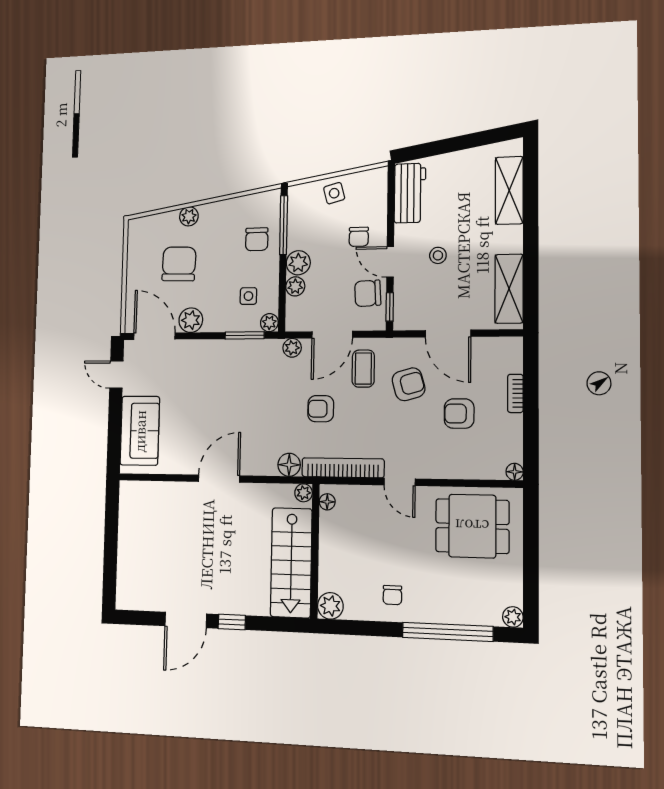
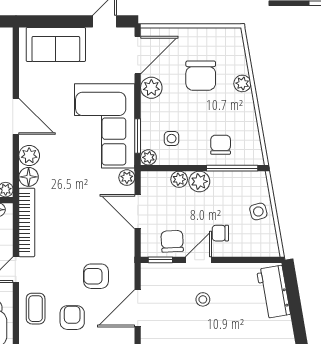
workbench: (410, 193) -> (274, 292), moved, turned 80
chair: (257, 239) -> (221, 145), turned 90
chair: (179, 264) -> (201, 76), turned 88
coffee table: (363, 369) -> (36, 309), moved, turned 90
corner sofa: (232, 374) -> (105, 126), added
armchair: (409, 384) -> (96, 276), turned 106
armchair: (321, 409) -> (76, 203), removed
plant: (264, 464) -> (29, 155), added

